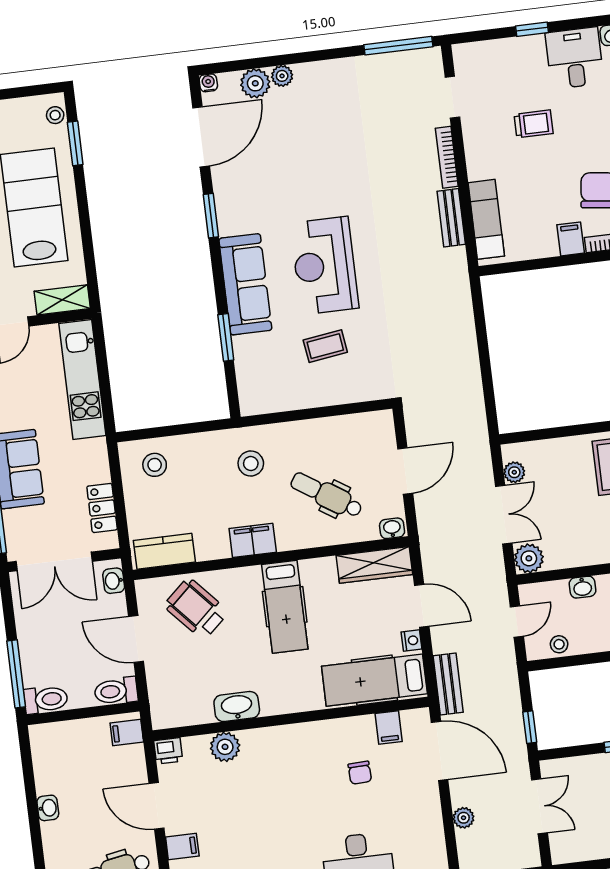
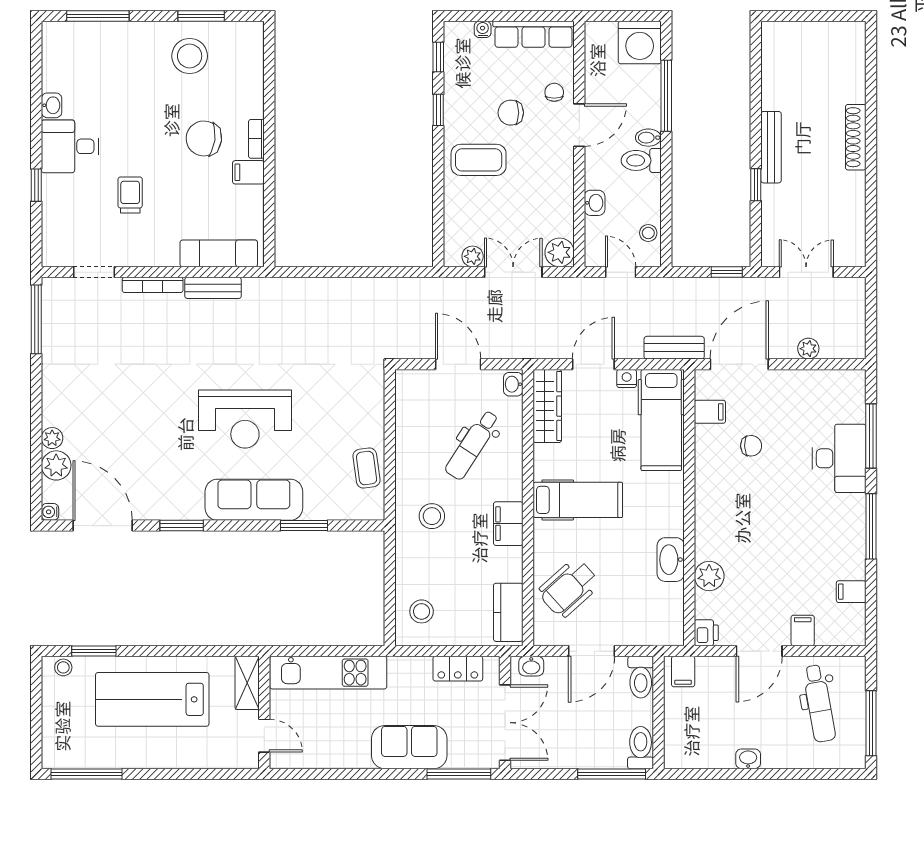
coffee table: (325, 346) -> (367, 468), moved

